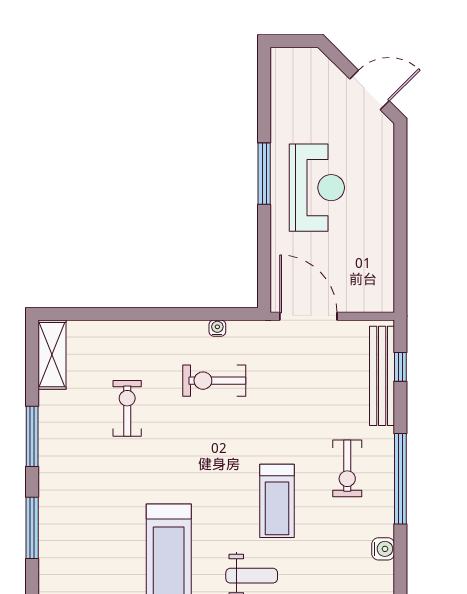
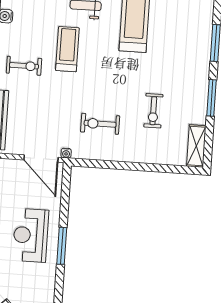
water cooler: (217, 328) -> (66, 153), moved
exercise bike: (214, 381) -> (100, 124), turned 180
exercise bike: (347, 468) -> (24, 66), turned 90

